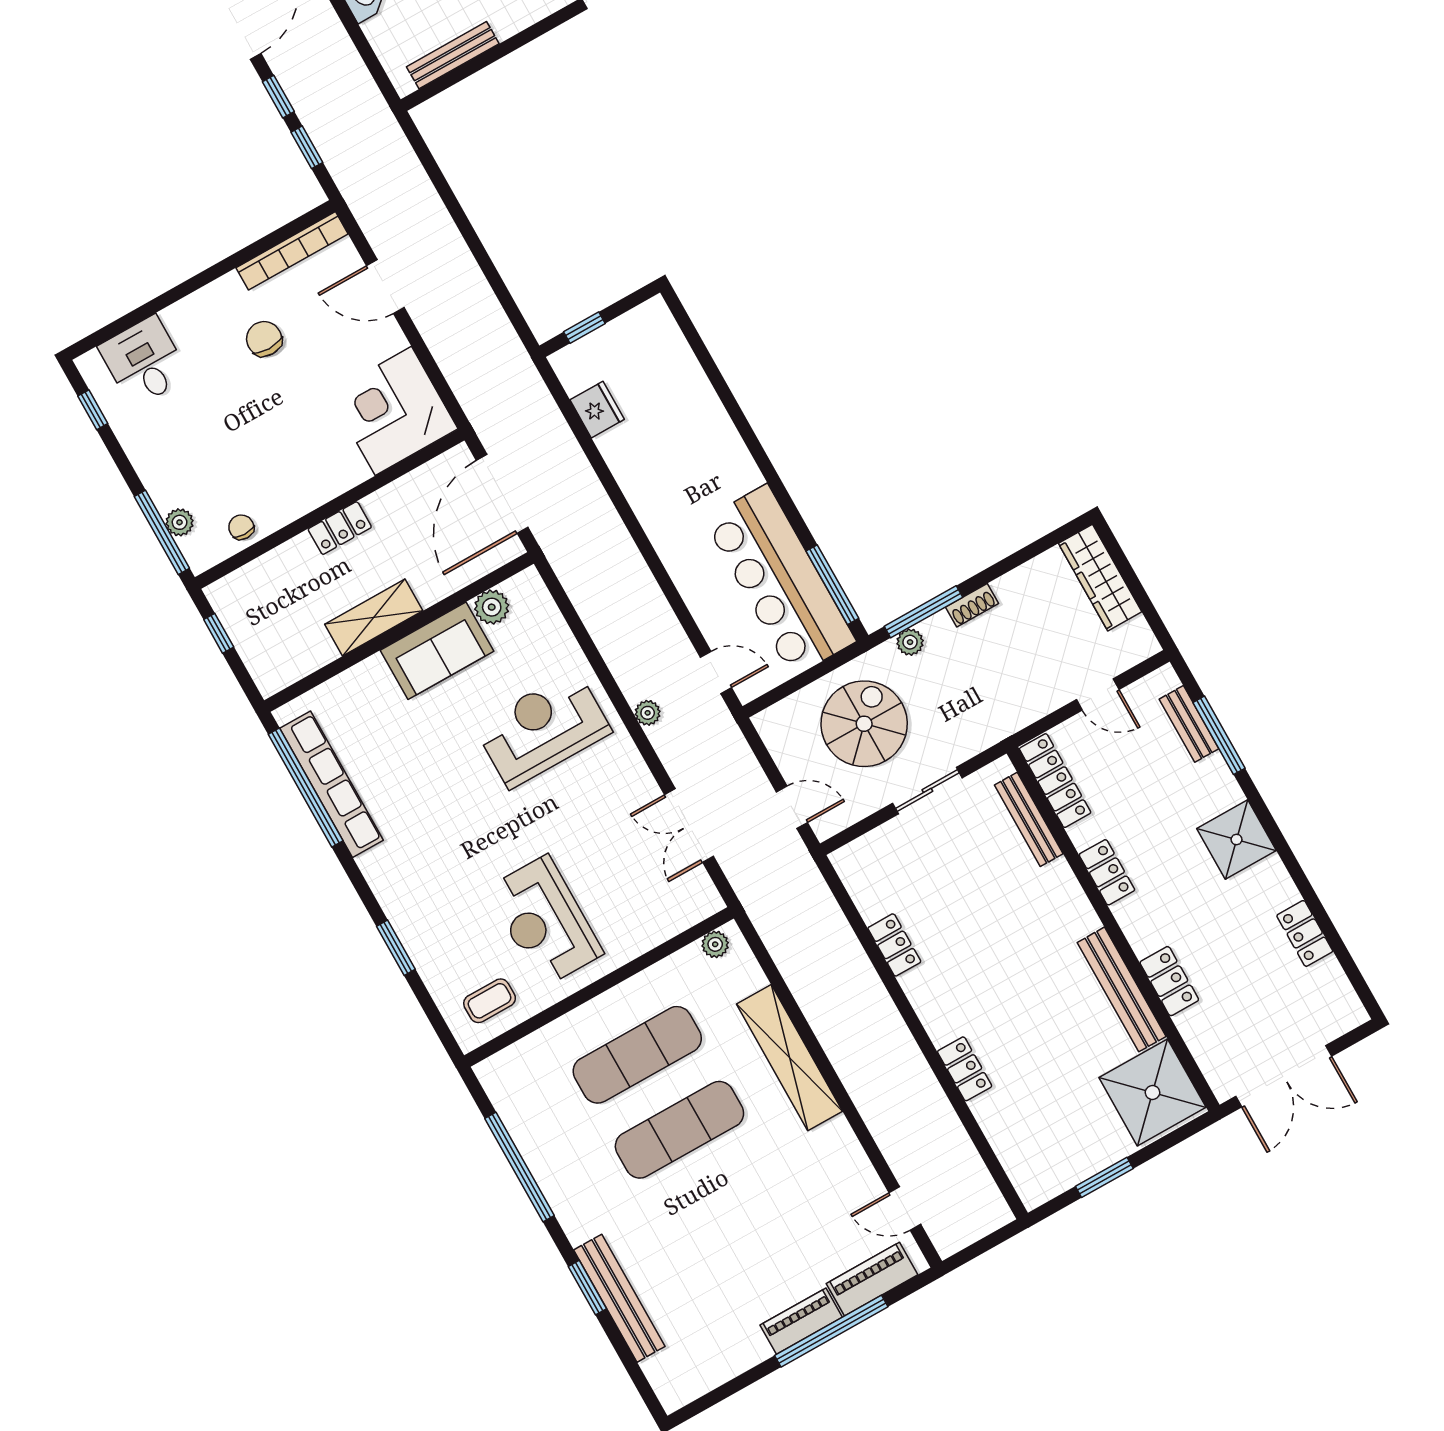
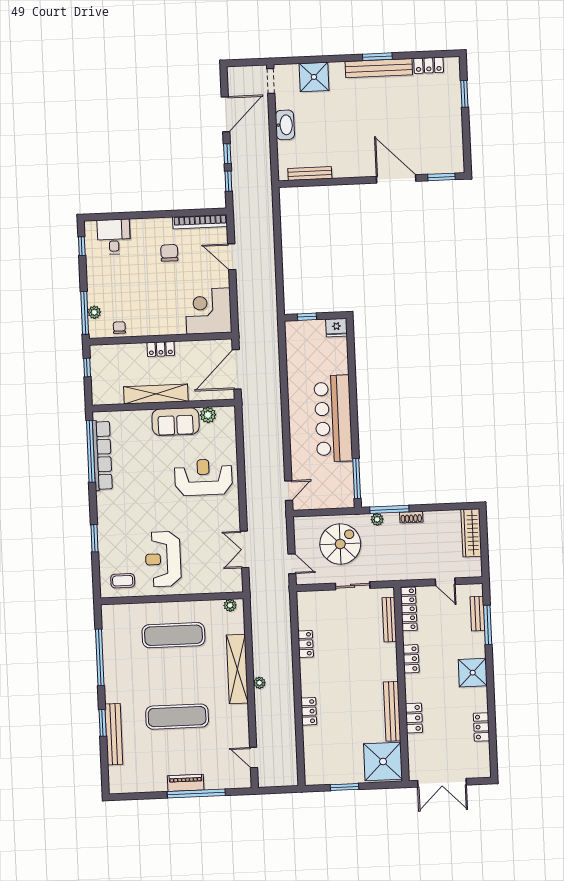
fridge: (597, 410) -> (336, 328), moved, turned 90
bar counter: (780, 580) -> (333, 419), moved
shelving: (374, 618) -> (156, 394), width x1.47
door: (716, 672) -> (289, 491), hinge flipped
plant: (648, 713) -> (259, 683), moved
exercise mat: (679, 1130) -> (177, 717), moved
piano: (872, 1279) -> (225, 780), removed

